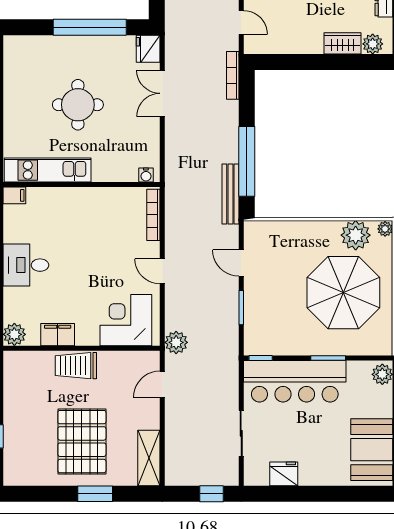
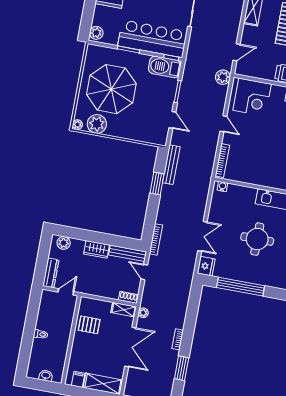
wardrobe: (343, 43) -> (97, 249), moved
bench: (272, 46) -> (128, 253), added
window: (247, 161) -> (157, 183), width x0.47
barbecue: (268, 342) -> (165, 67), added

